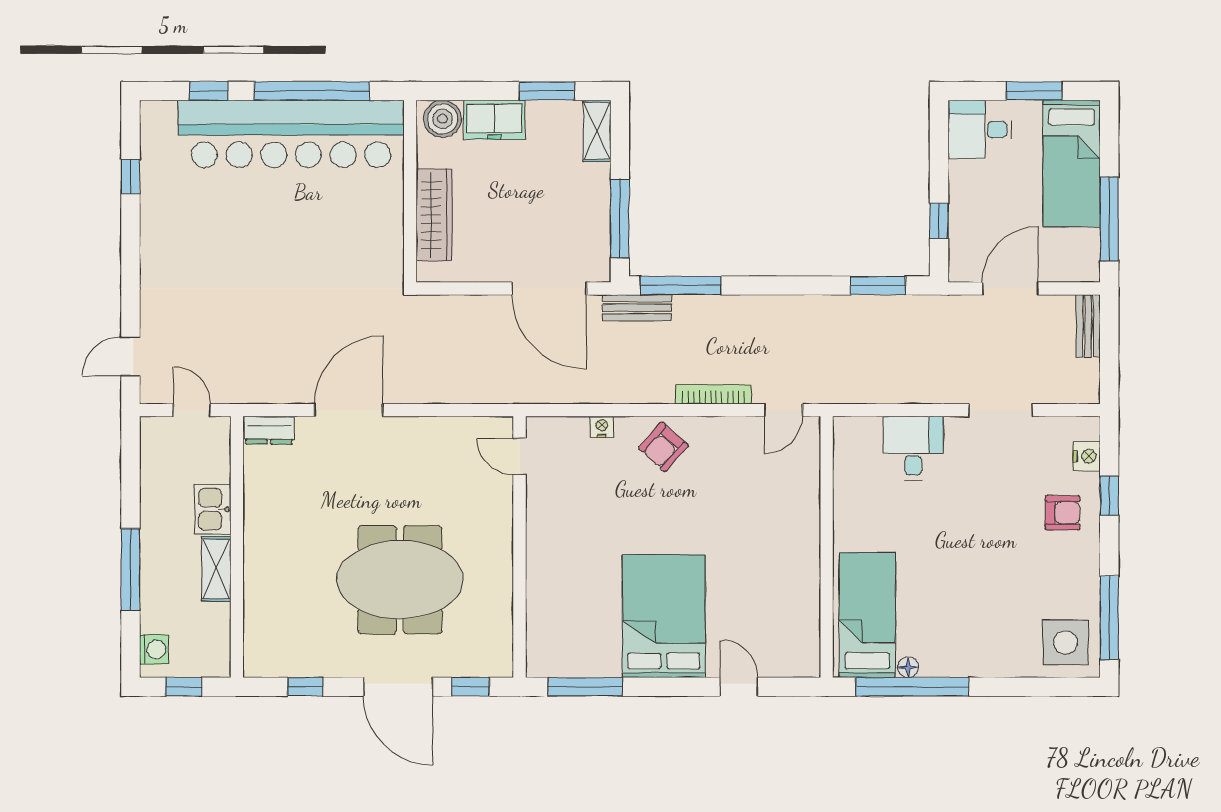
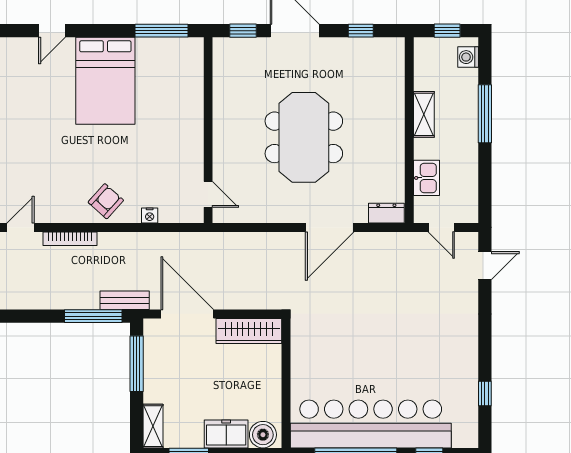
wardrobe: (434, 215) -> (249, 331), moved, turned -90
kitchen sink: (213, 509) -> (426, 178), moved
meeting table: (400, 580) -> (304, 137), moved, turned 90
door: (739, 687) -> (52, 31), hinge flipped

